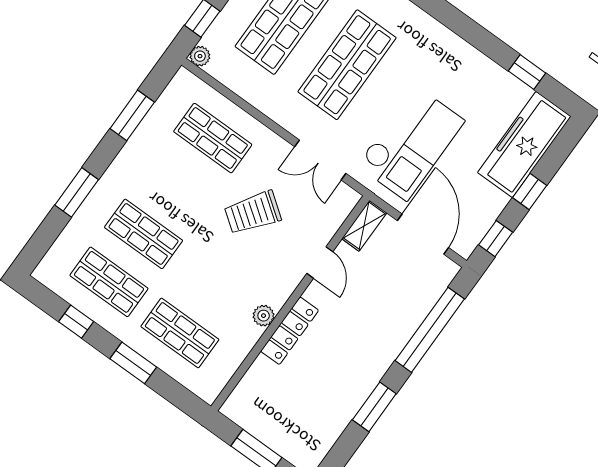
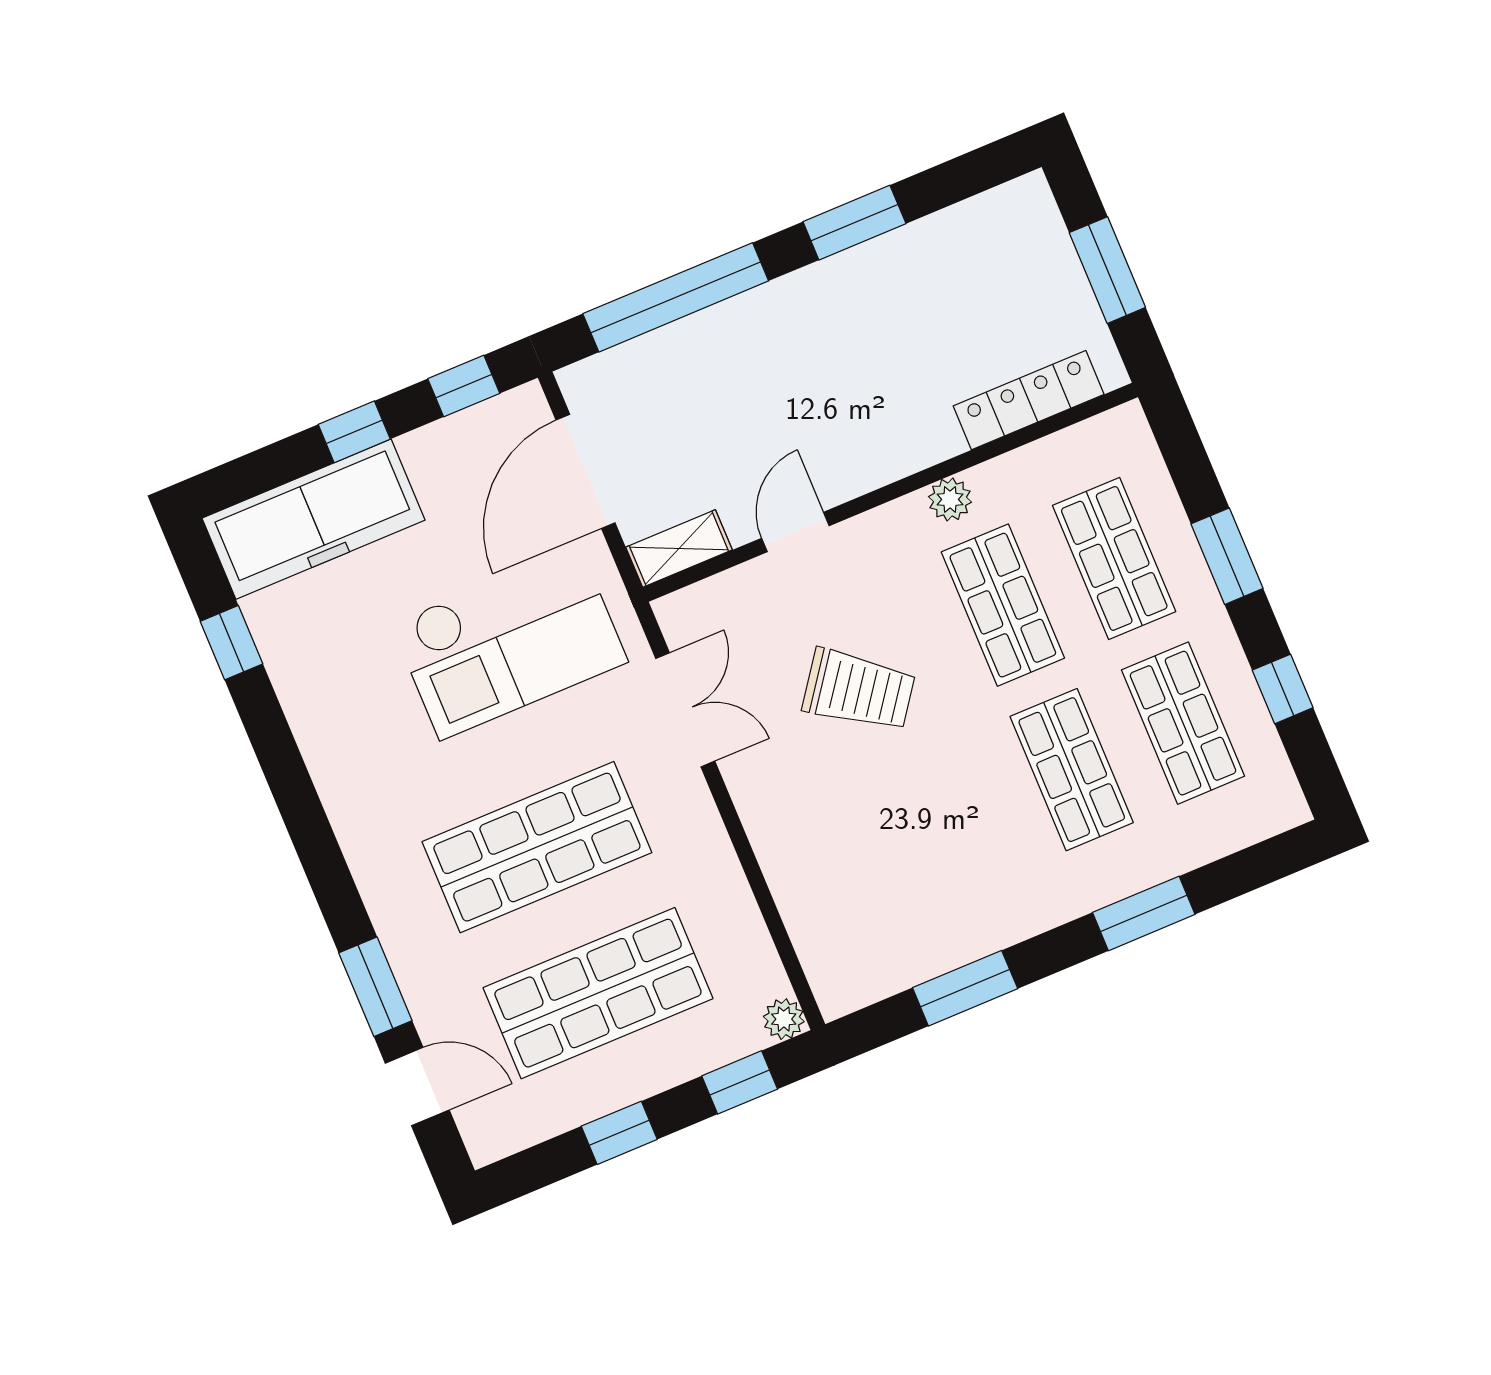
shop shelf: (213, 138) -> (1003, 605), moved
checkout: (411, 143) -> (509, 643), turned 180
locker: (290, 331) -> (1029, 400), moved

